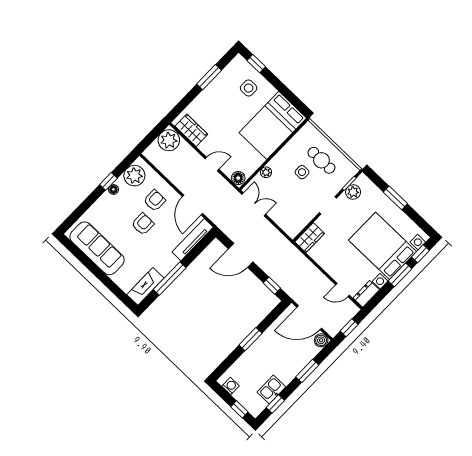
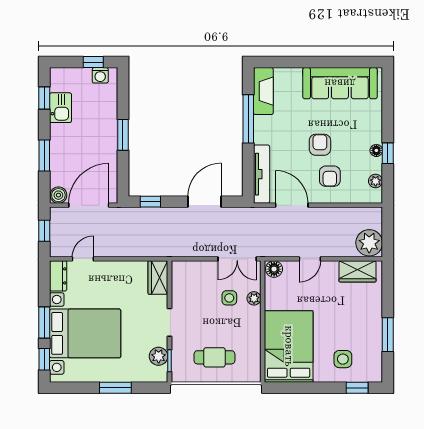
side table: (302, 172) -> (229, 298), moved
plant: (134, 176) -> (376, 181), width x0.53, depth x0.53
armchair: (143, 224) -> (320, 145), turned 180
window: (239, 409) -> (93, 62), moved

